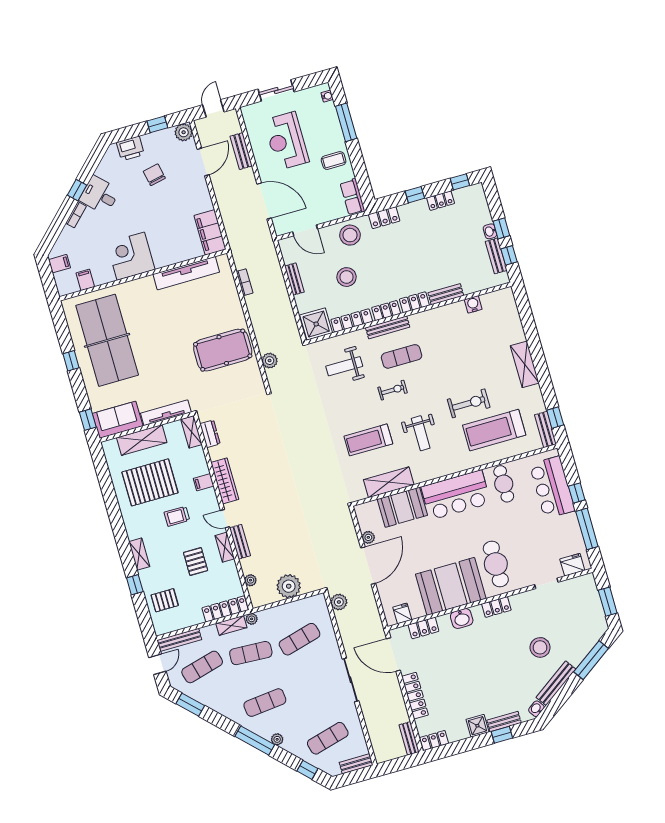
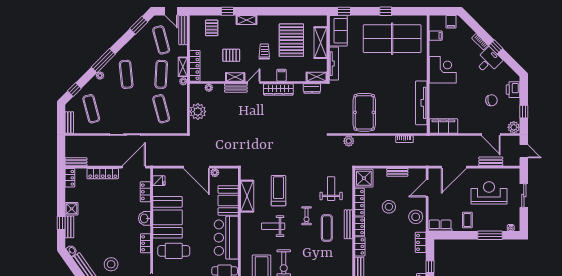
plant: (339, 602) -> (178, 141), removed

